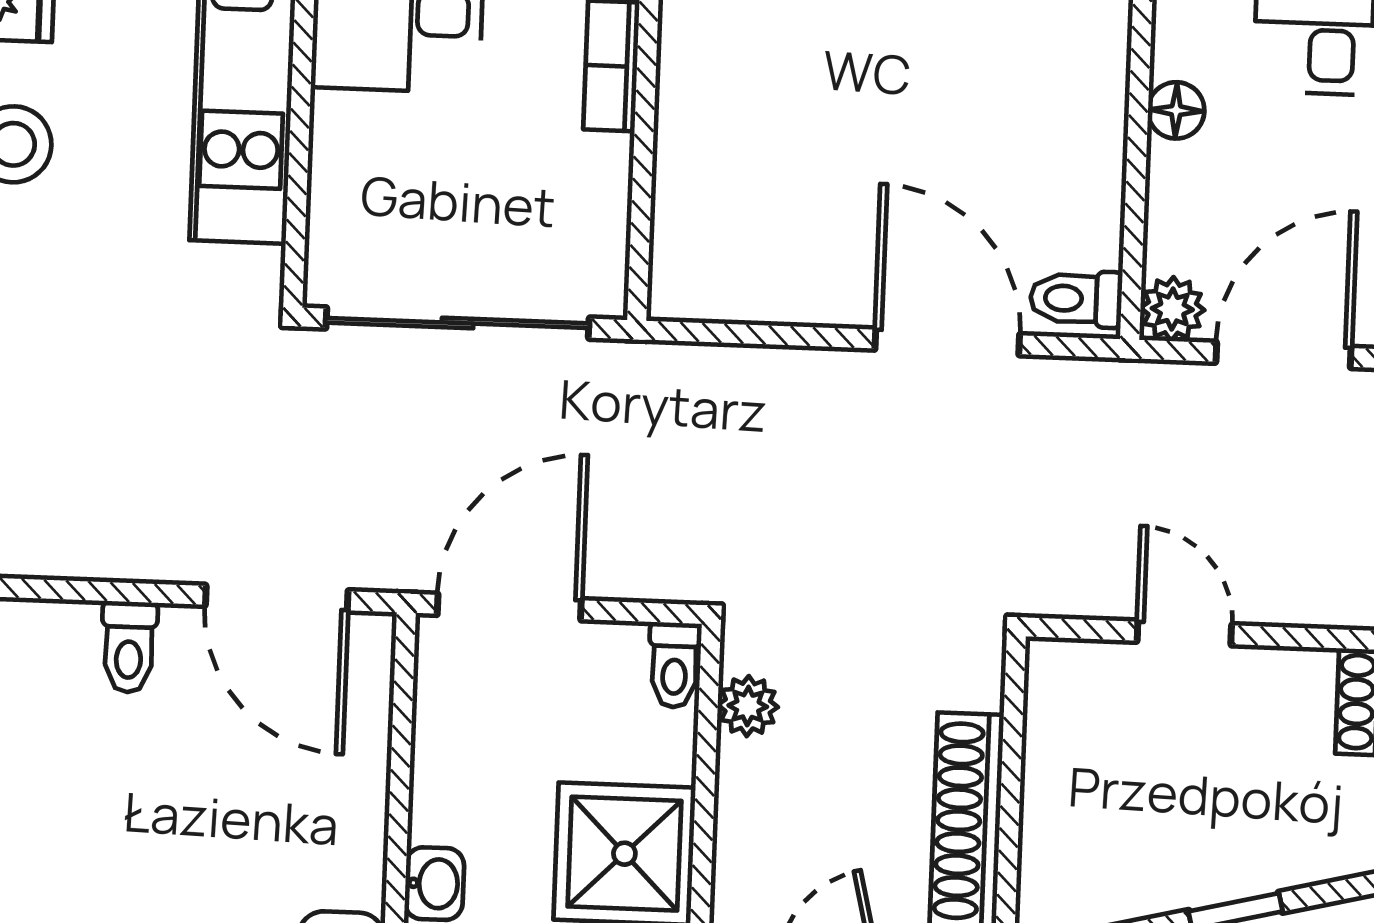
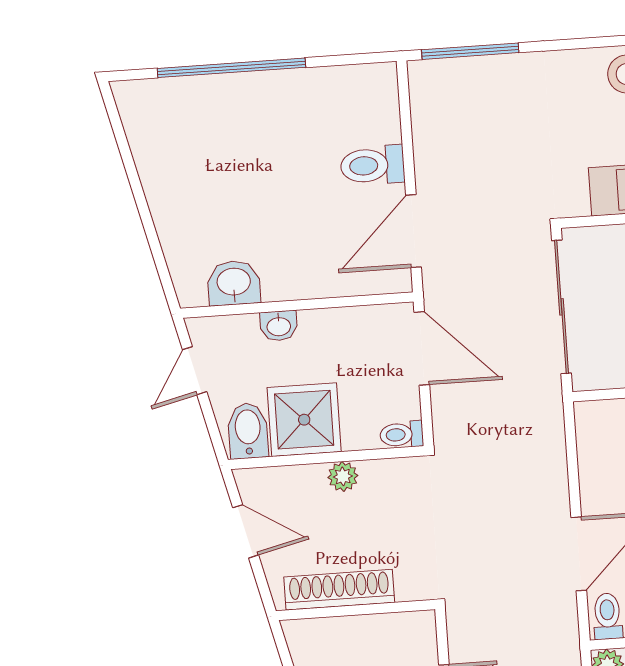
toilet: (129, 647) -> (373, 165), width x1.37, depth x1.39
plant: (748, 706) -> (343, 476), moved

